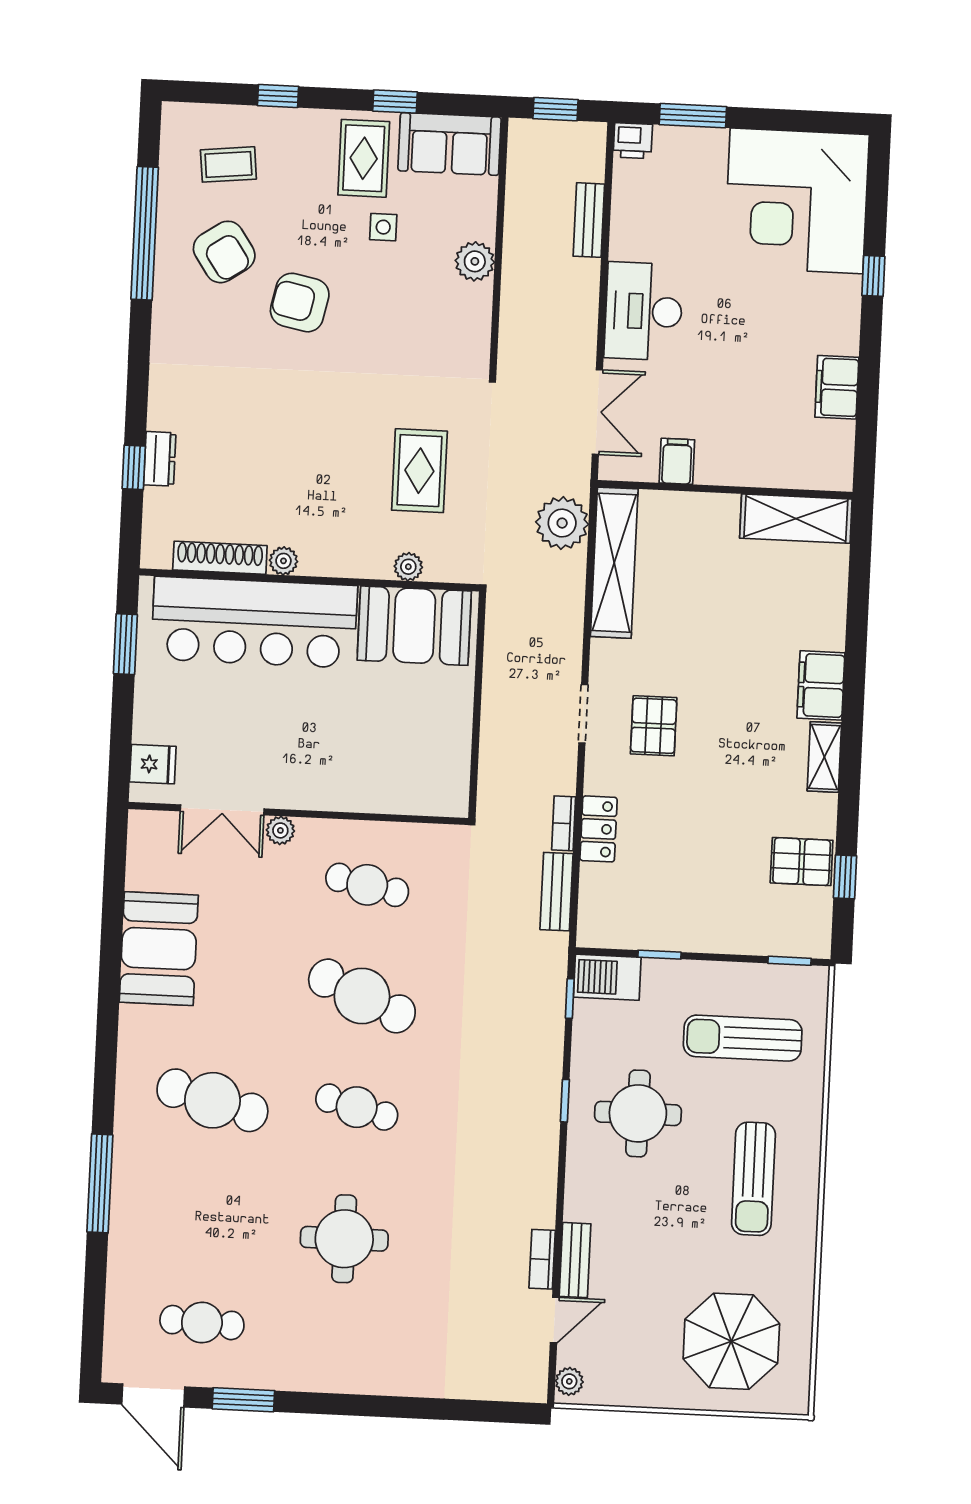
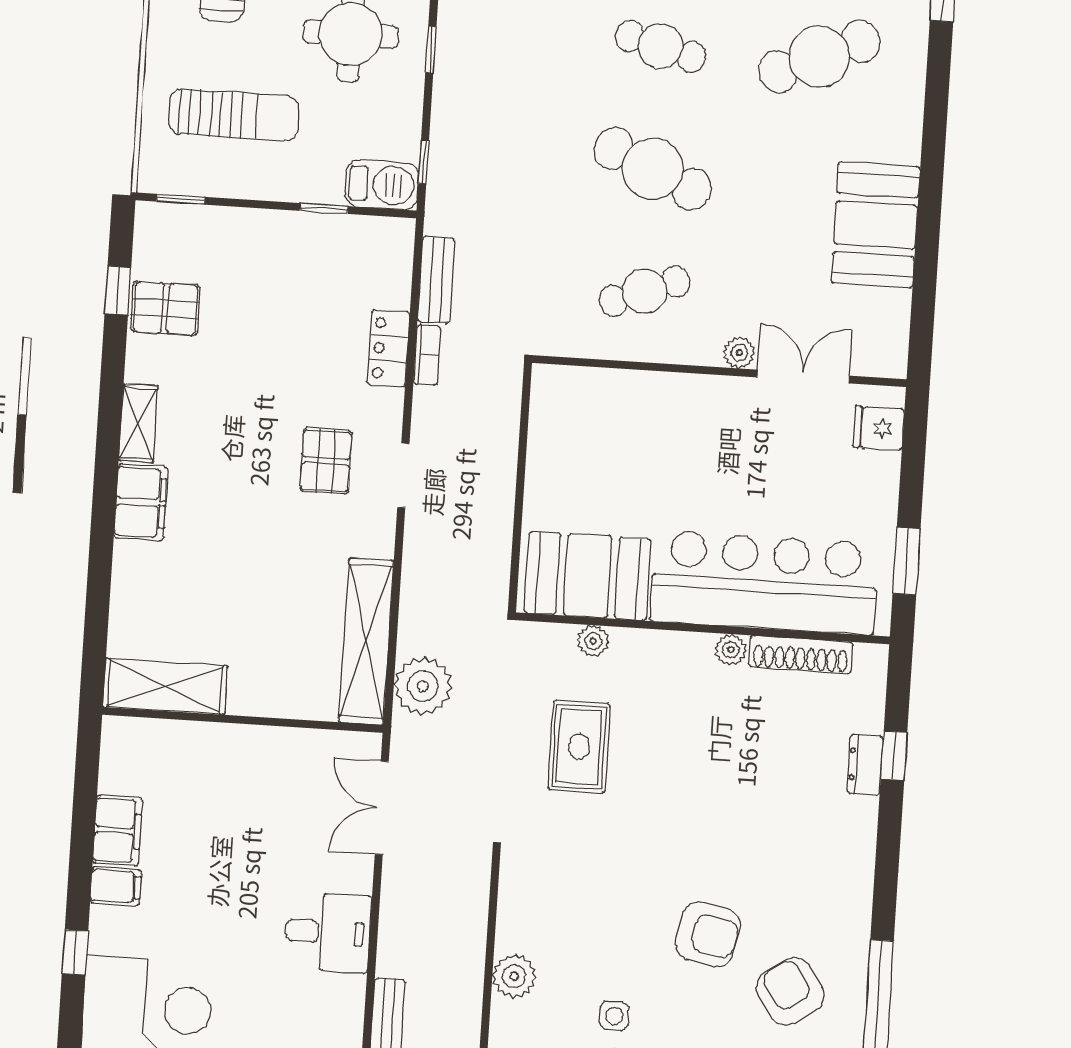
desk: (644, 311) -> (328, 932), width x0.73
filing cabinet: (677, 461) -> (116, 886), moved, turned -90
cafe table: (367, 885) -> (645, 291), turned -33
cafe table: (212, 1100) -> (819, 57), turned -39

